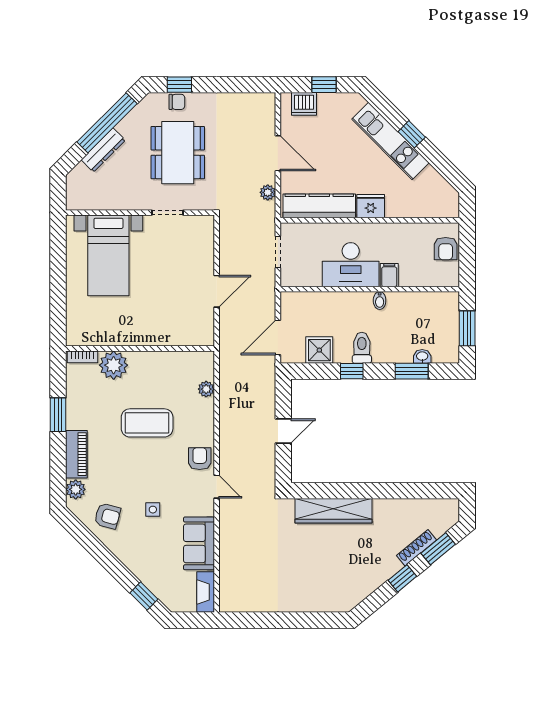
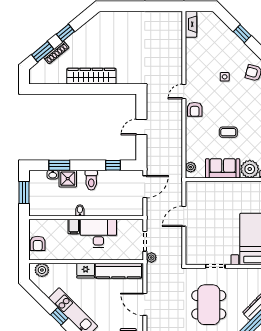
plant: (268, 192) -> (151, 257), moved
plant: (439, 207) -> (42, 270), added
armchair: (446, 249) -> (38, 243), turned 180
shower: (319, 350) -> (68, 179), moved
window: (352, 371) -> (113, 165), moved
plant: (206, 389) -> (191, 167), moved
coffee table: (147, 423) -> (228, 132), width x0.54, depth x0.58
door: (217, 487) -> (184, 91), hinge flipped
wardrobe: (334, 511) -> (91, 76), moved
sofa: (199, 543) -> (223, 168), moved, turned -90
window: (144, 596) -> (242, 34), moved

